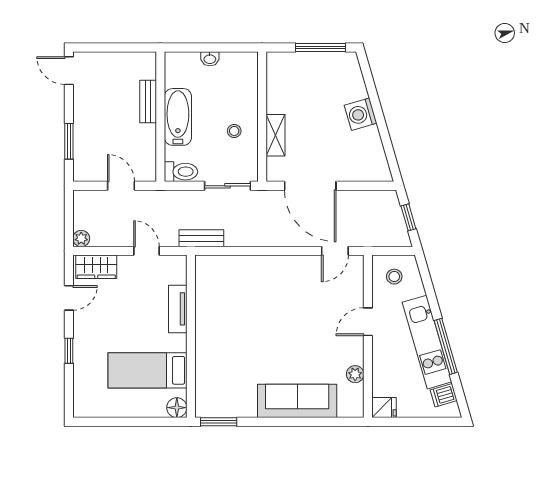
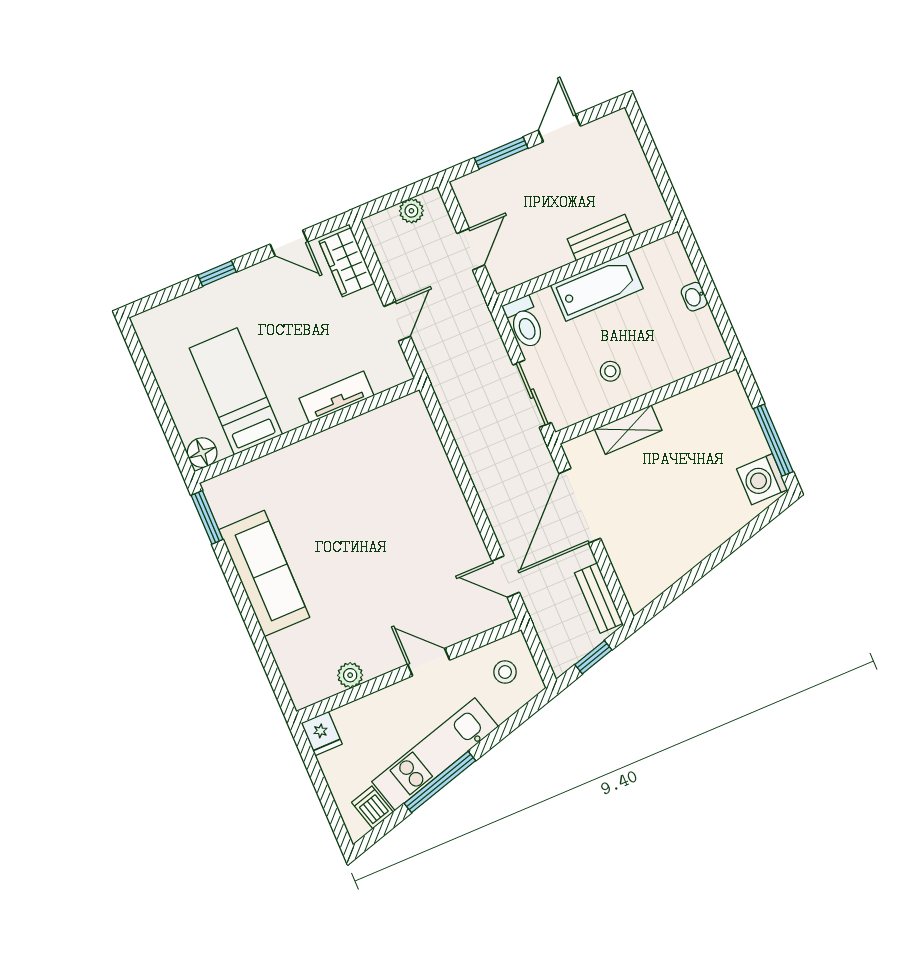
door: (69, 71) -> (559, 128), moved
washing machine: (361, 114) -> (762, 479), moved, turned -74
plant: (81, 238) -> (411, 211), moved
bench: (201, 238) -> (599, 598), moved
sofa: (297, 401) -> (264, 573), moved

